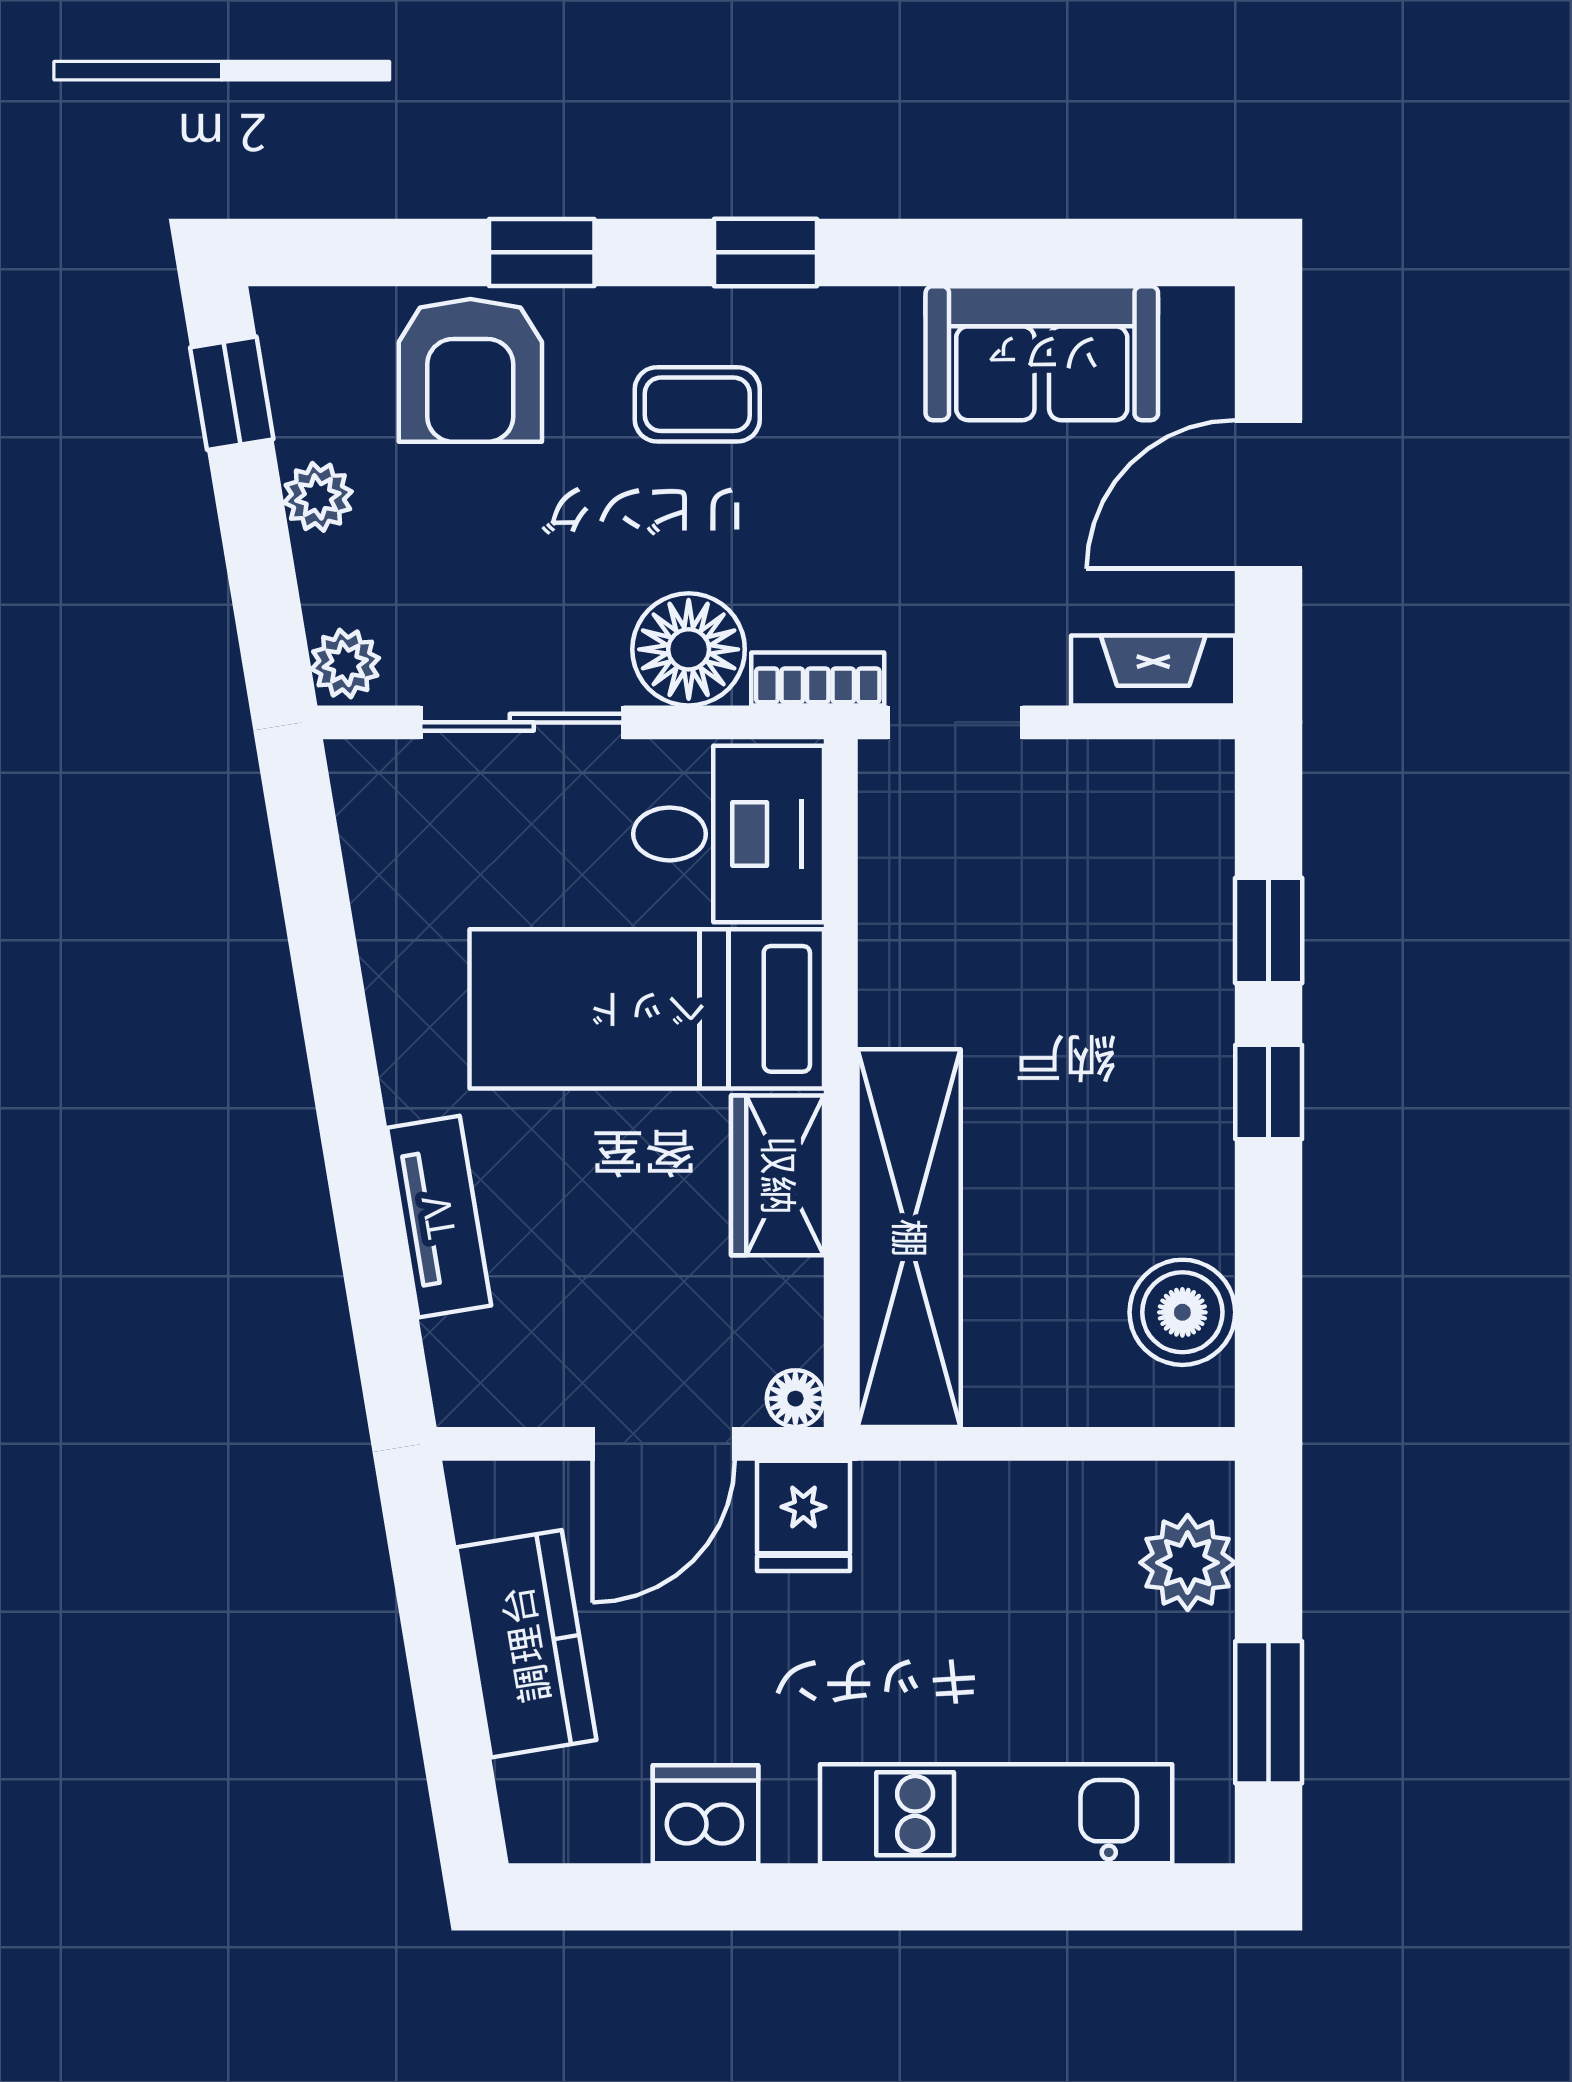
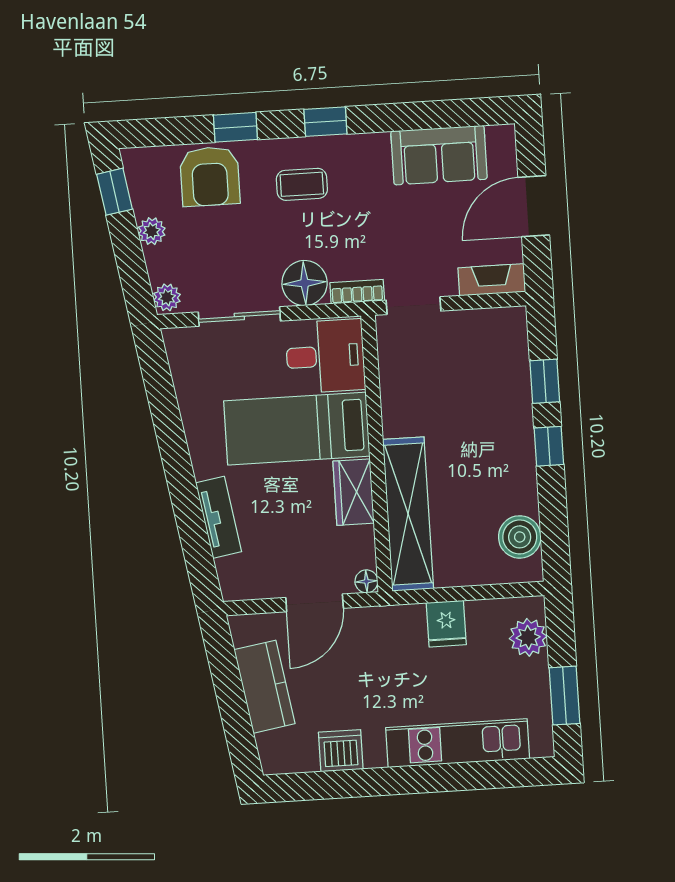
fridge: (803, 1516) -> (446, 624), moved

